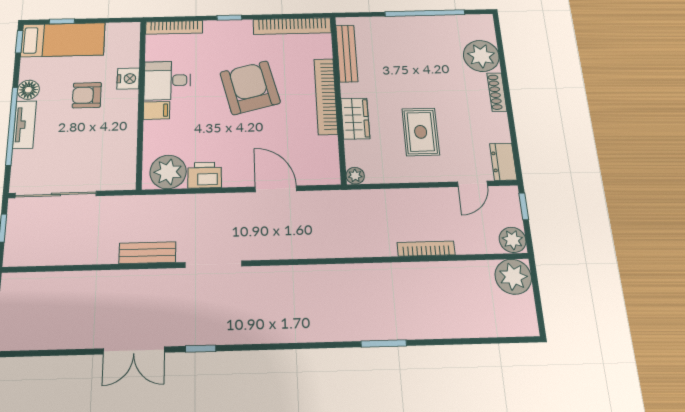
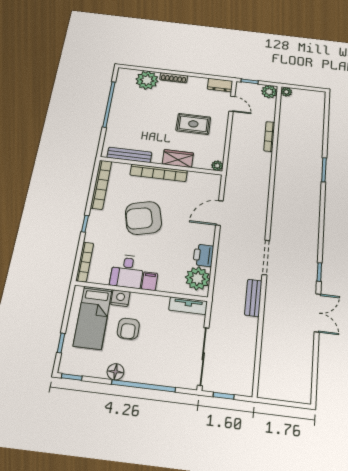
bed: (63, 40) -> (93, 317), moved, turned 180
tv unit: (25, 125) -> (188, 306), moved, turned 180
plant: (513, 277) -> (286, 92), width x0.53, depth x0.53

